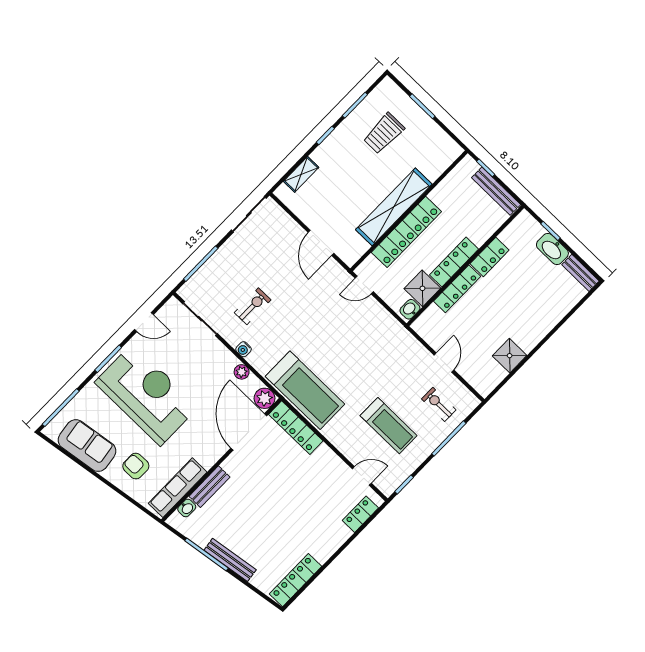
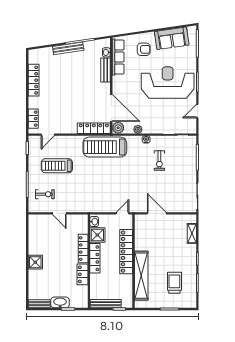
shelving: (394, 207) -> (141, 276), moved
shower: (510, 356) -> (35, 262), moved
reception desk: (146, 395) -> (168, 83), turned 180
locker: (295, 580) -> (34, 80), moved

